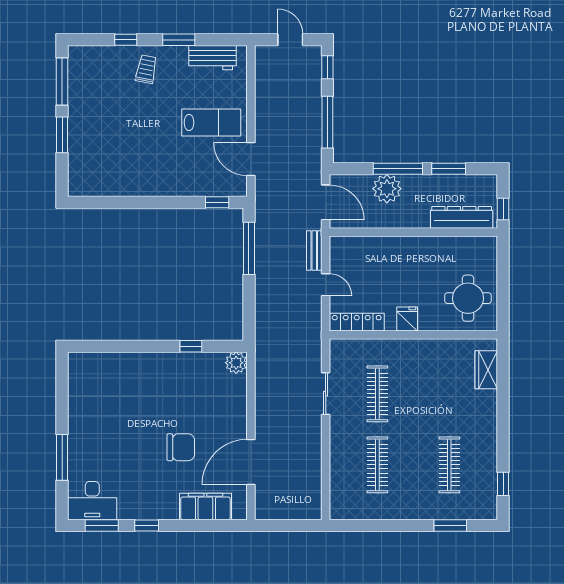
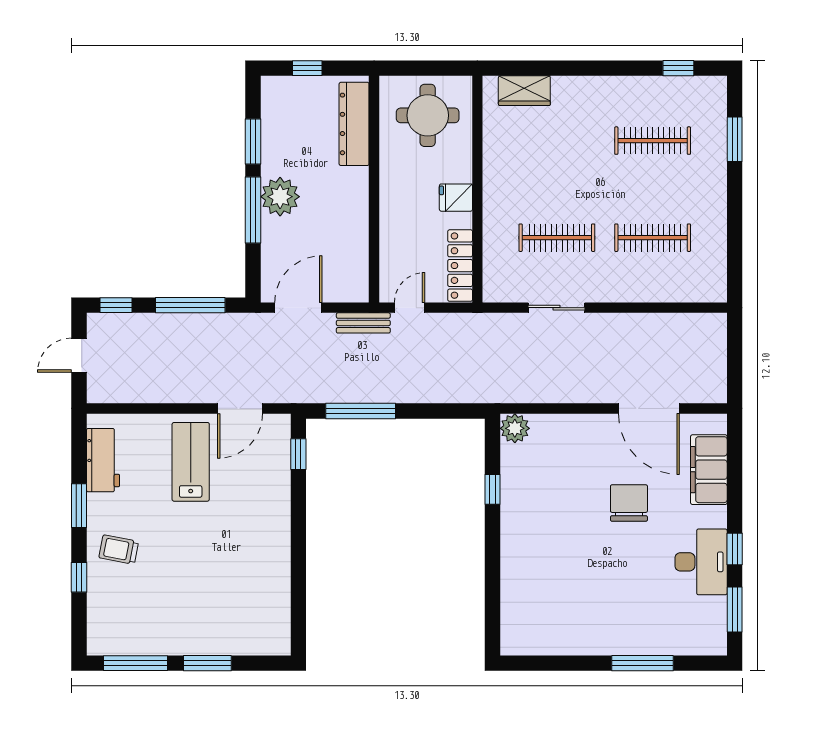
plant: (387, 189) -> (280, 197), moved
dresser: (462, 217) -> (354, 124), moved
wall: (413, 232) -> (374, 189), moved
desk: (92, 501) -> (701, 562), moved

